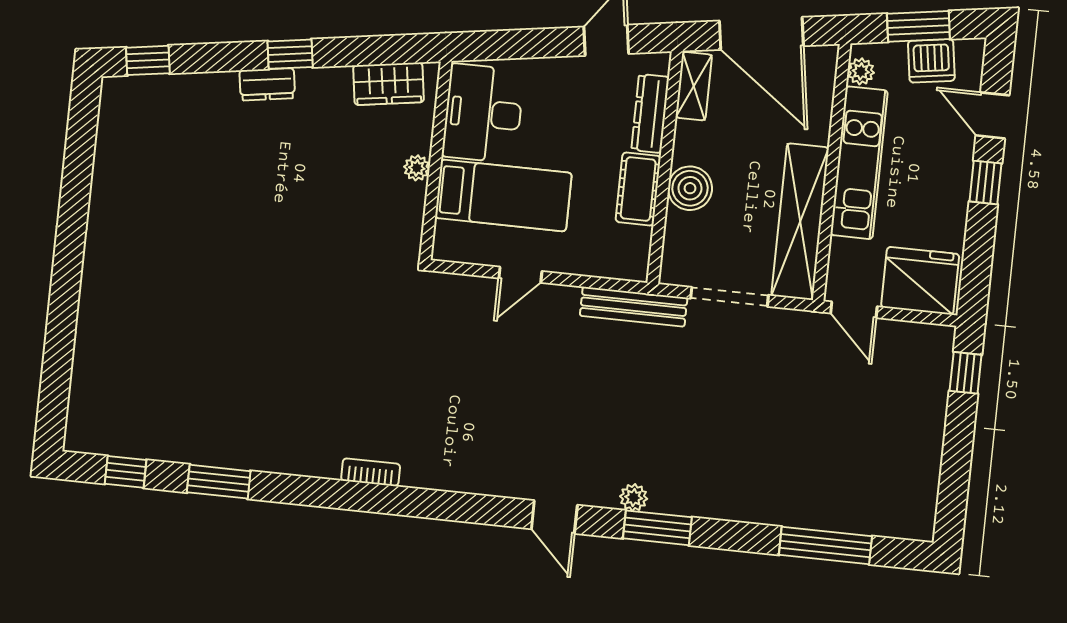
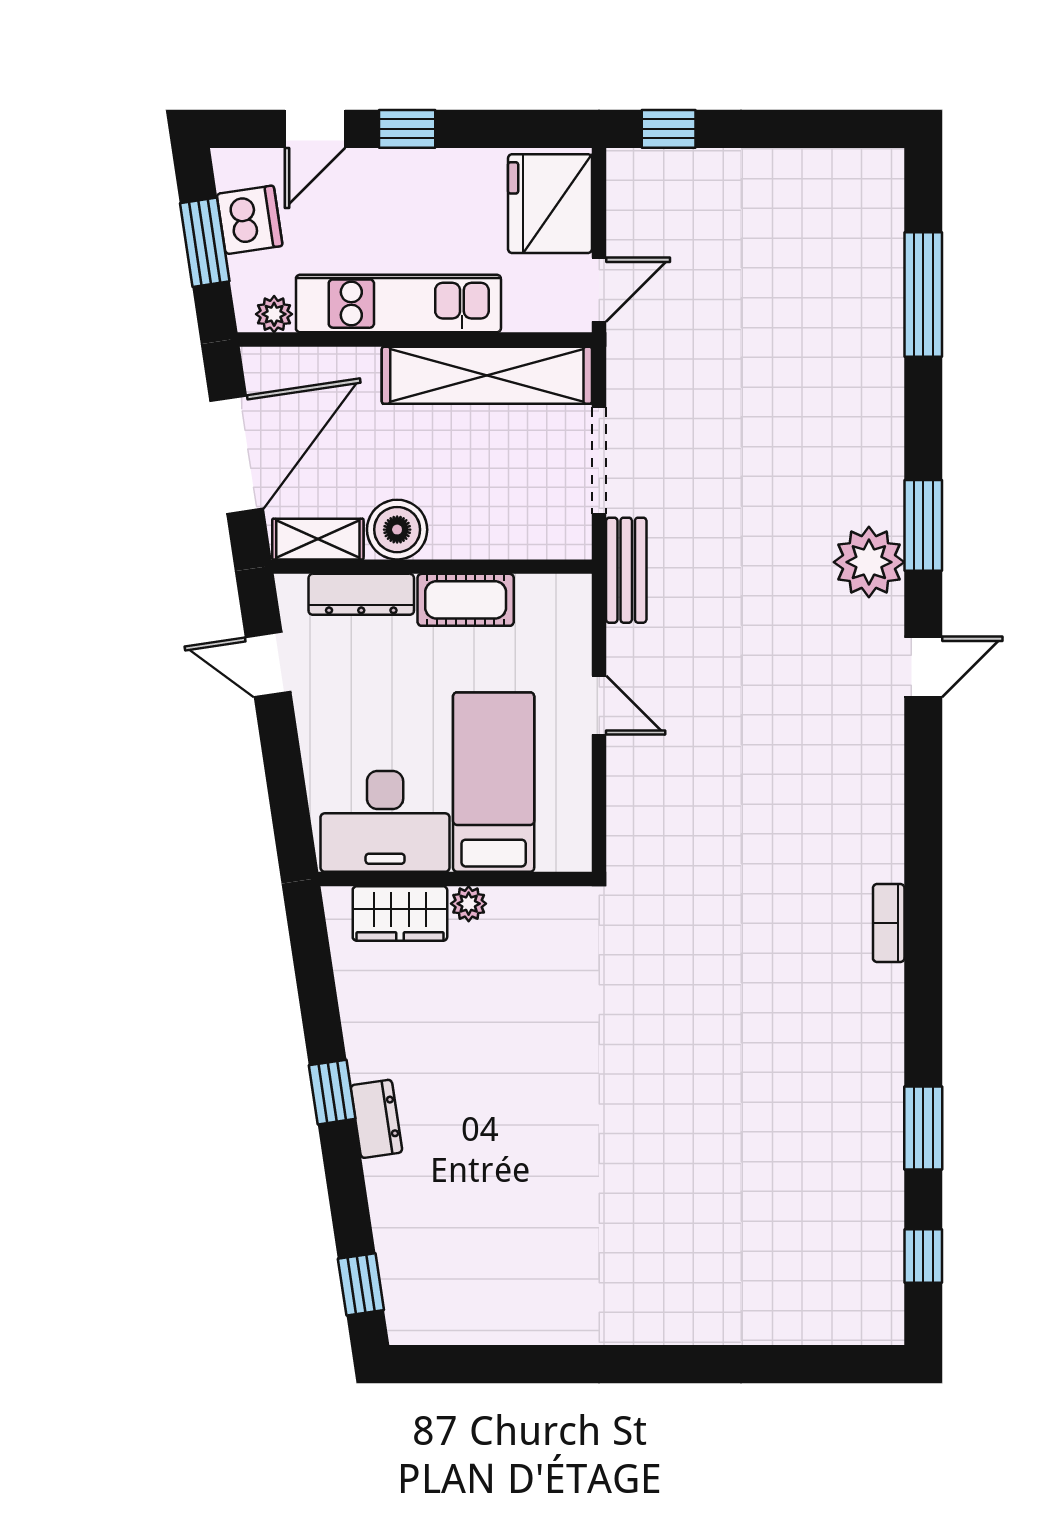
wardrobe: (388, 84) -> (400, 913), moved, turned 99
boiler: (690, 188) -> (397, 530), moved
door: (520, 275) -> (599, 705), moved
bench: (634, 307) -> (626, 570), width x0.73
plant: (634, 498) -> (869, 562), width x1.87, depth x1.87

